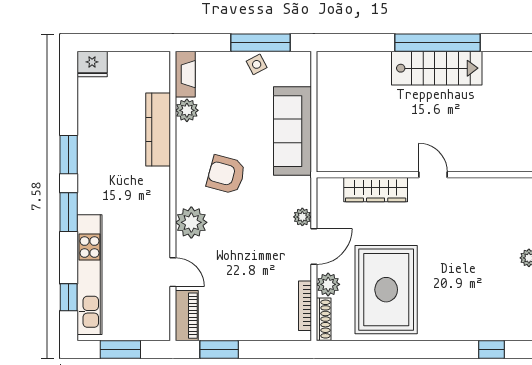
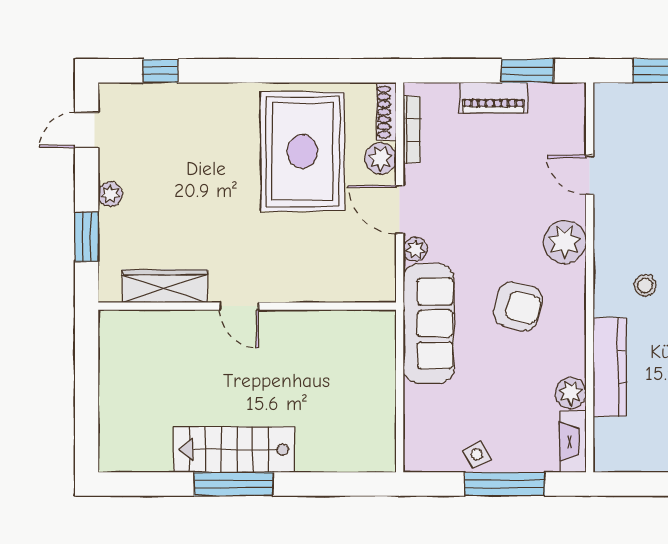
window: (261, 43) -> (505, 484), moved
window: (437, 43) -> (233, 484), width x0.68
sofa: (292, 131) -> (429, 323), moved
stool: (132, 190) -> (645, 285), added
wardrobe: (376, 190) -> (165, 286), moved
door: (314, 247) -> (400, 209), hinge flipped
piano: (187, 316) -> (494, 97), moved, turned -90

